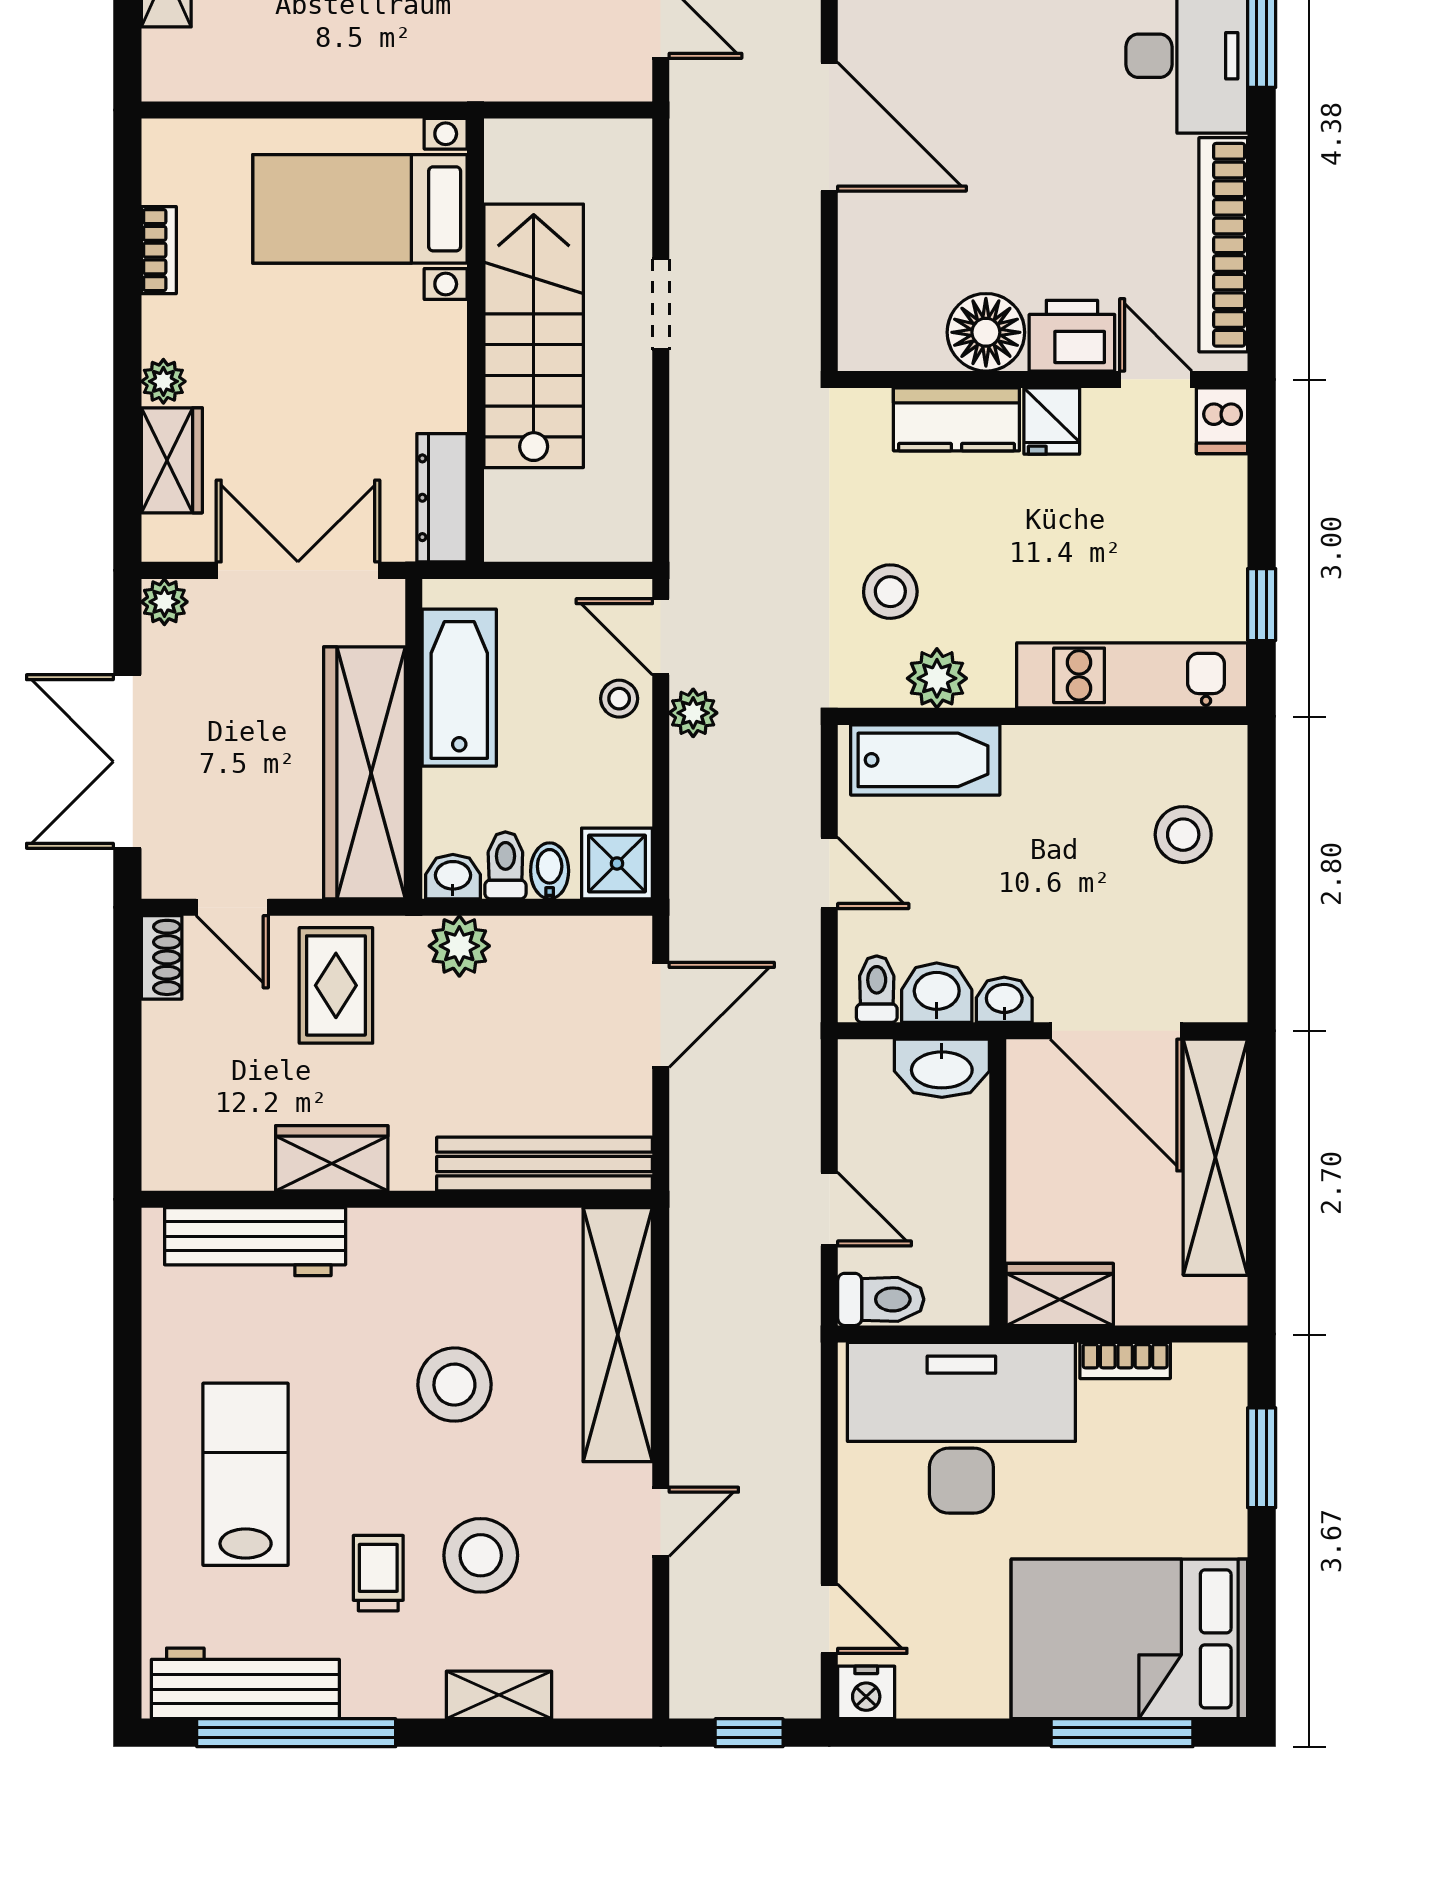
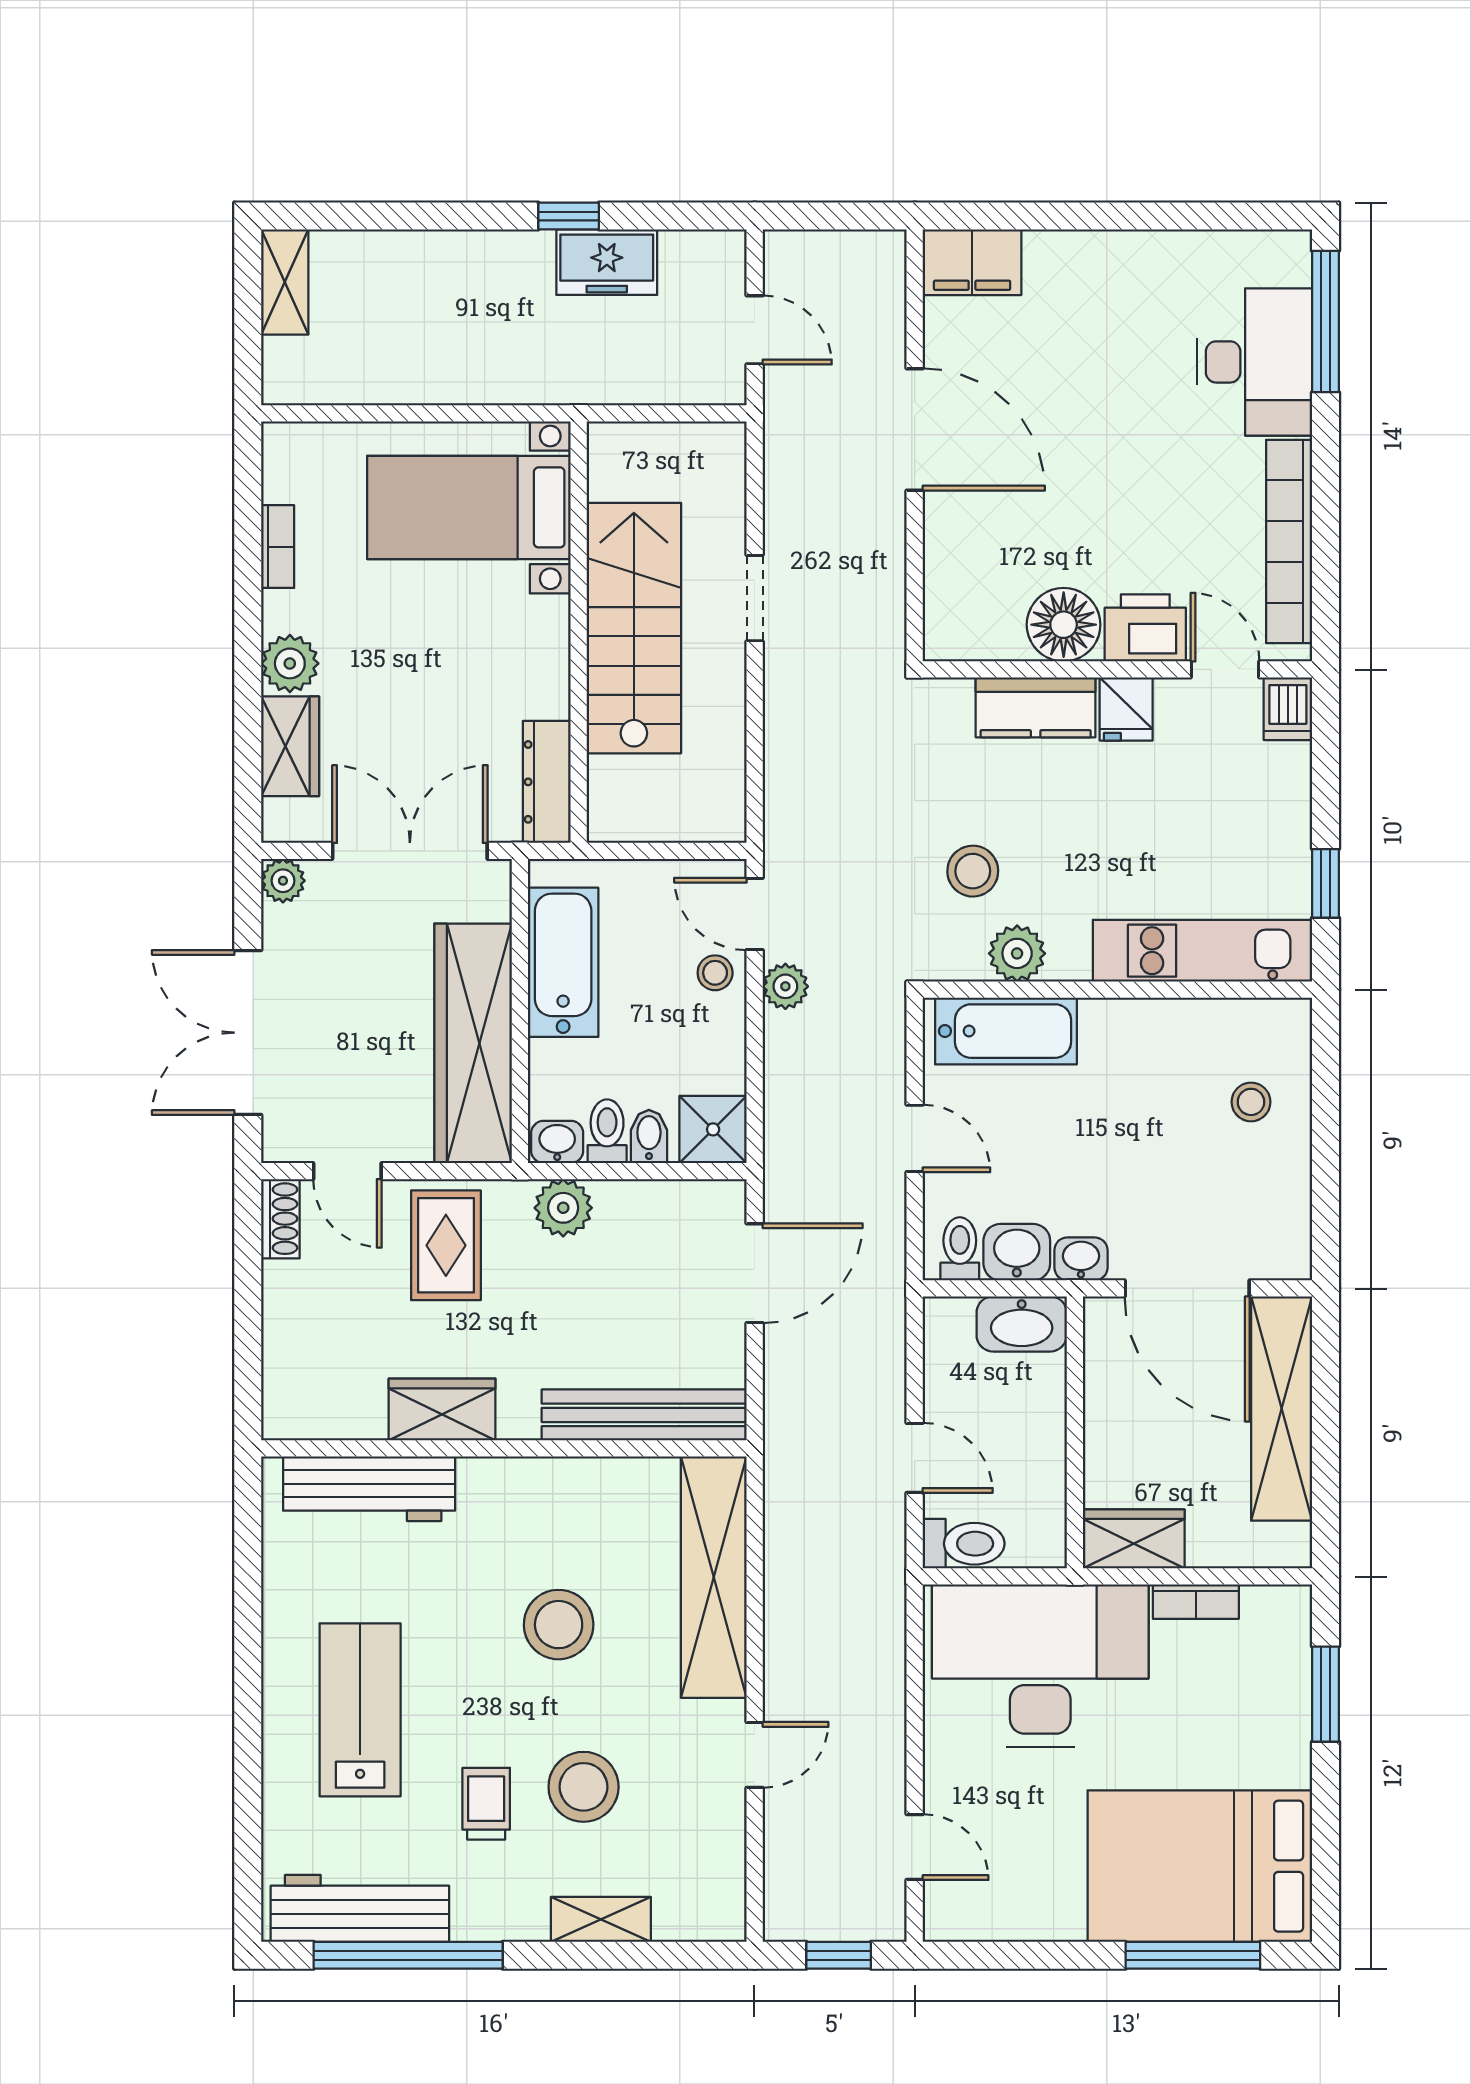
plant: (163, 381) -> (290, 663), width x1.38, depth x1.38
stool: (1183, 835) -> (1251, 1102), width x0.73, depth x0.73
nightstand: (866, 1692) -> (950, 1917), removed

